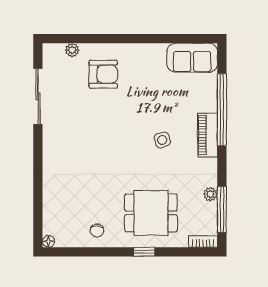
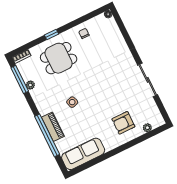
sofa: (192, 58) -> (83, 154), width x1.36
sliding door: (38, 96) -> (148, 80), moved
piano: (208, 135) -> (53, 127), moved

